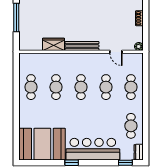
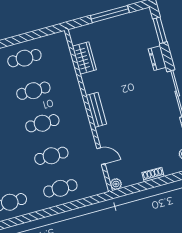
wardrobe: (53, 44) -> (84, 58), moved
bench: (82, 46) -> (96, 110), width x0.73
door: (116, 52) -> (101, 156), swing flipped

